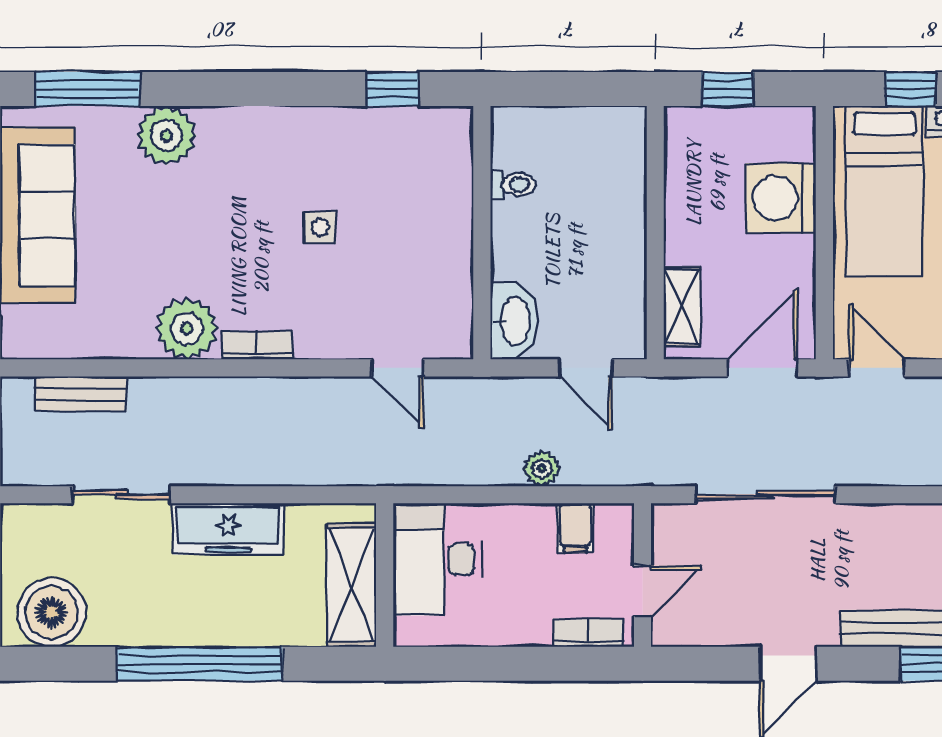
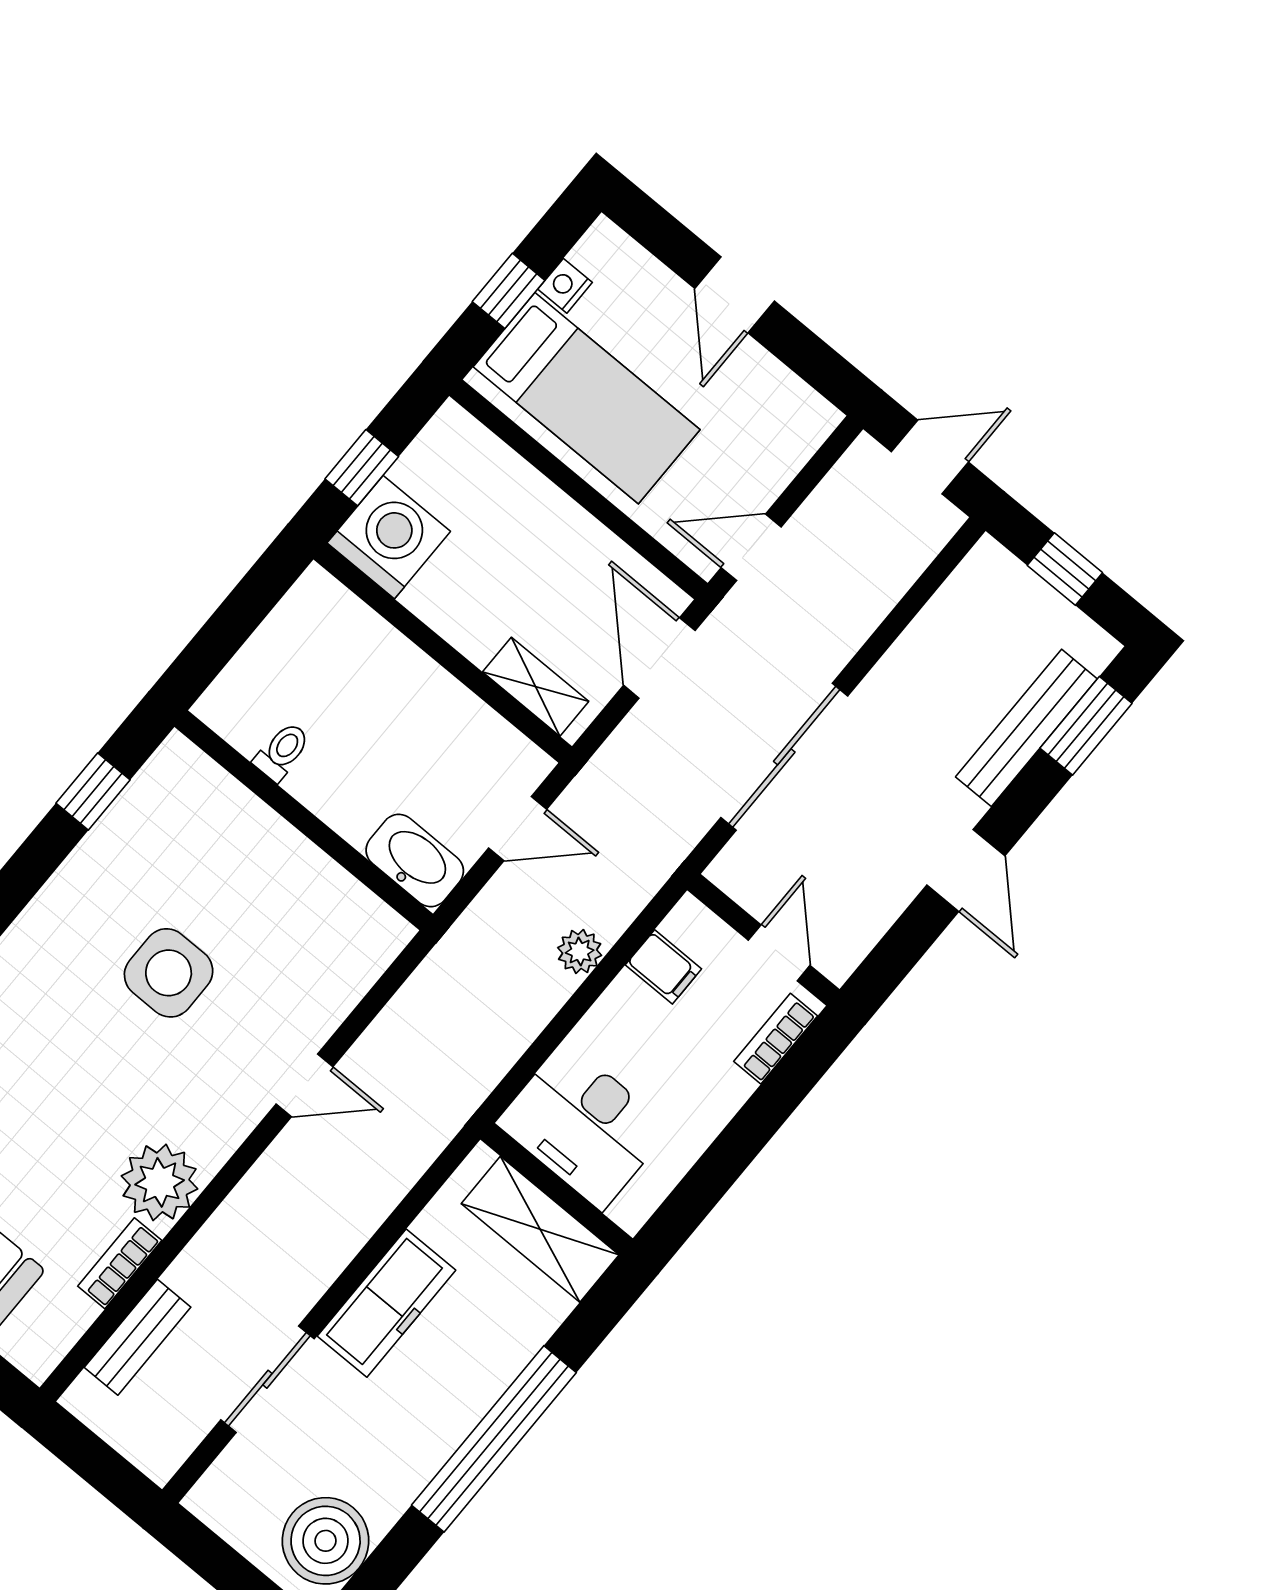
washing machine: (781, 198) -> (389, 537), moved, turned 180
side table: (320, 227) -> (169, 973), width x1.87, depth x1.87
bookcase: (257, 345) -> (120, 1263), moved
door: (397, 368) -> (304, 1085), moved

